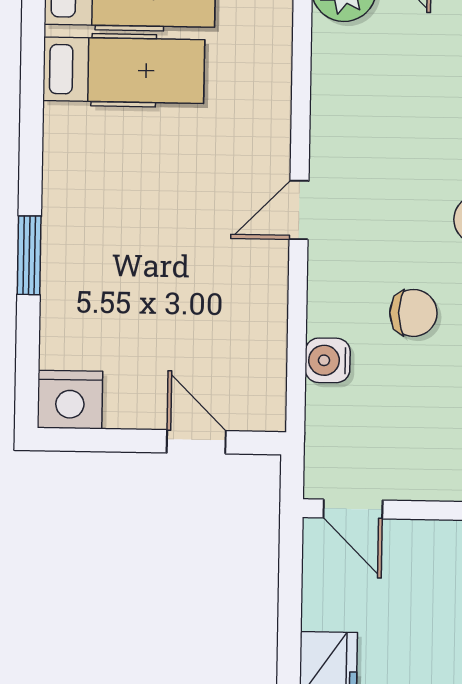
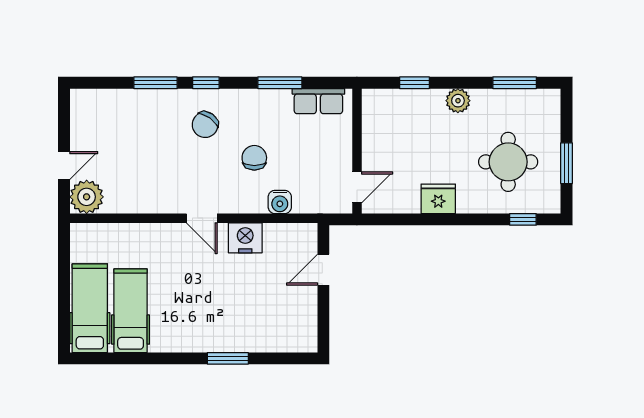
nightstand: (70, 400) -> (245, 238), moved, turned -90

